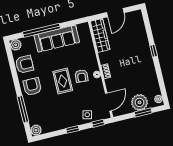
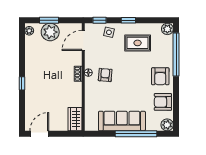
door: (115, 13) -> (39, 134), moved
wardrobe: (100, 35) -> (75, 119), width x0.67
rug: (63, 81) -> (138, 43), moved, turned 90
window: (23, 109) -> (176, 54), width x1.46

